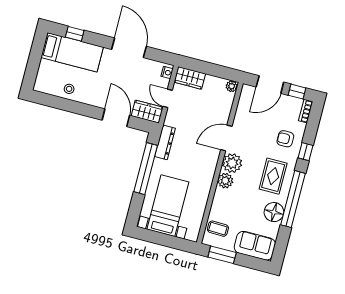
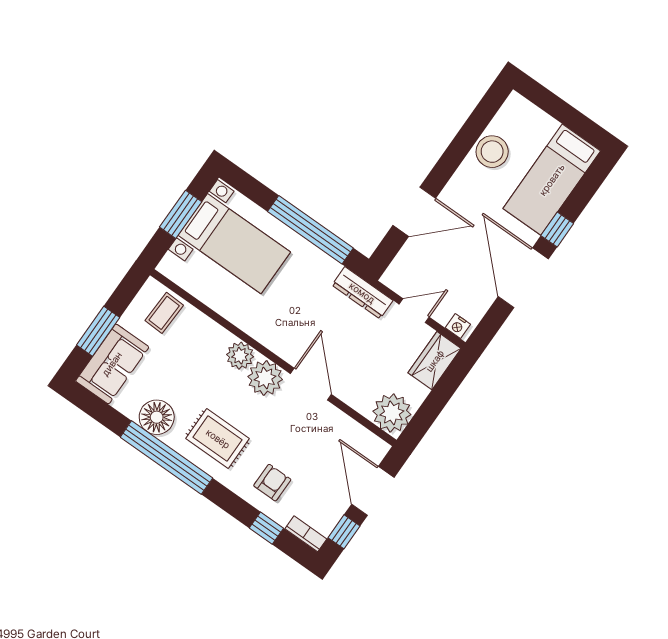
window: (75, 34) -> (557, 230), moved
door: (129, 48) -> (523, 278), swing flipped
plant: (232, 86) -> (392, 413), width x1.87, depth x1.87
stool: (69, 89) -> (492, 152), width x1.89, depth x1.89
wardrobe: (147, 112) -> (405, 268), removed
dresser: (165, 142) -> (362, 293), moved
window: (305, 152) -> (266, 528), moved
window: (163, 239) -> (181, 214), added
window: (222, 255) -> (98, 331), moved

